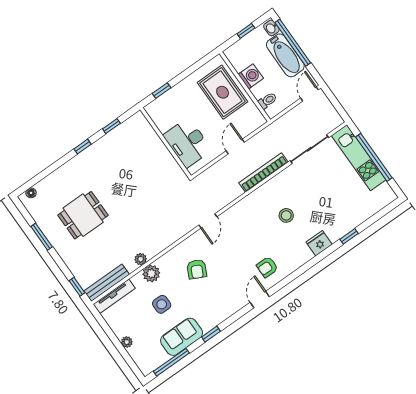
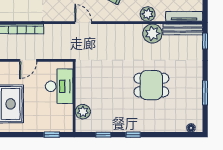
plant: (147, 134) -> (83, 112), added
dining table: (83, 215) -> (151, 85), moved
door: (208, 221) -> (83, 23), hinge flipped
plant: (141, 259) -> (152, 34), width x1.87, depth x1.87

